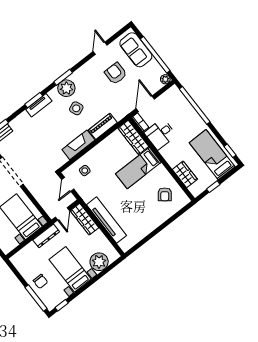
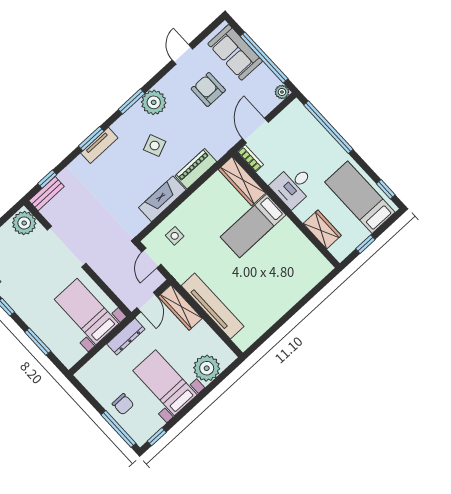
plant: (66, 88) -> (154, 102), moved
desk: (160, 134) -> (293, 186), moved
armchair: (165, 194) -> (295, 261), removed

